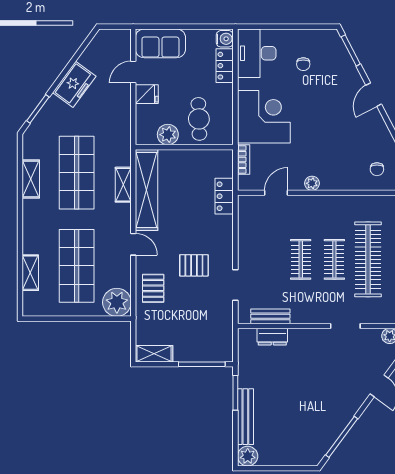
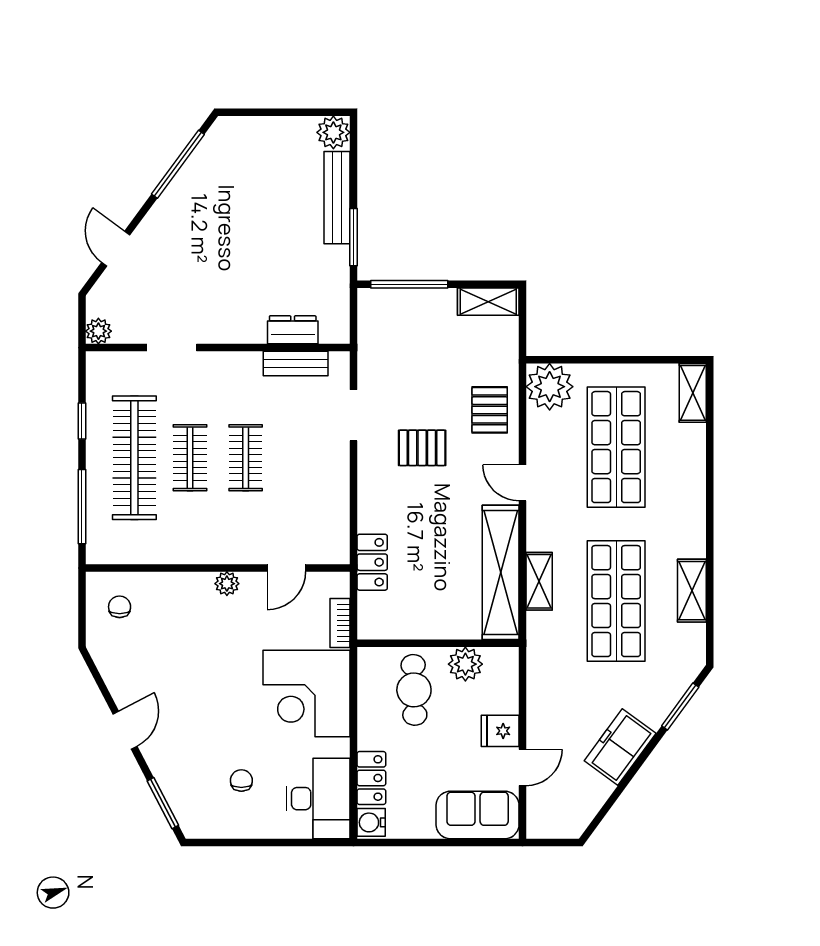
shelving: (30, 273) -> (693, 393), moved

